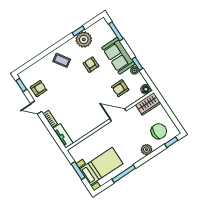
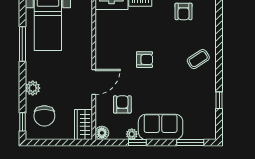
plant: (84, 39) -> (205, 100), removed
armchair: (91, 65) -> (145, 60), moved

